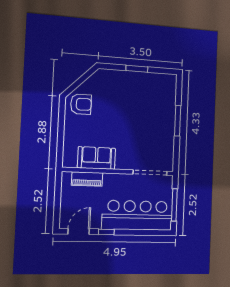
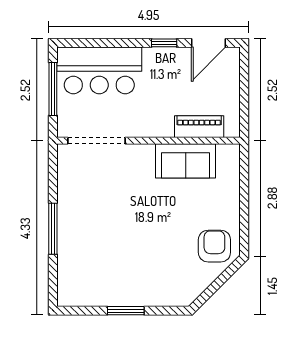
armchair: (81, 104) -> (214, 246), turned 90
bar counter: (137, 215) -> (99, 70), width x0.73

